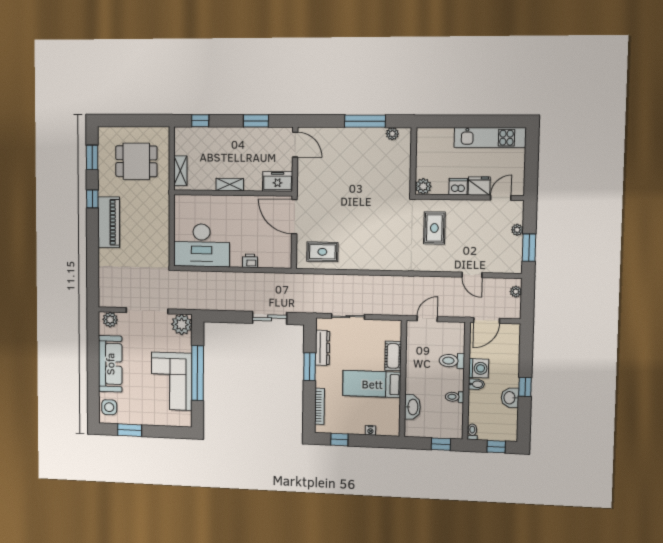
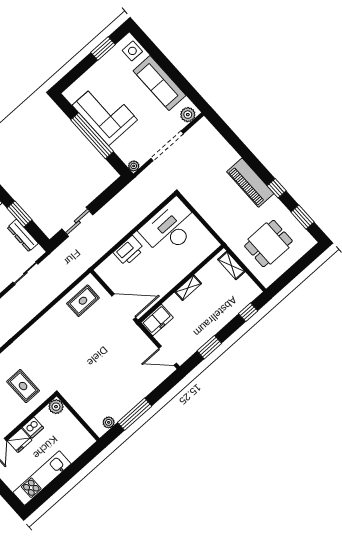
printer: (250, 261) -> (129, 251), width x1.87, depth x1.48
plant: (182, 324) -> (134, 166), width x0.53, depth x0.53

